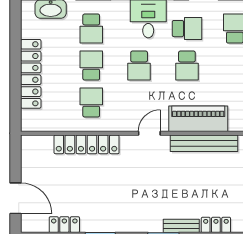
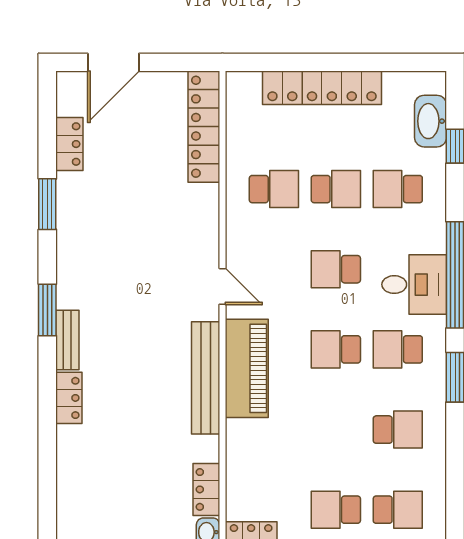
school desk: (187, 29) -> (398, 349), turned 90
locker: (87, 144) -> (204, 127), moved

